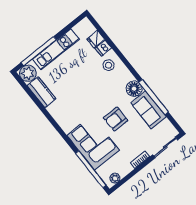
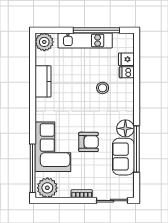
window: (39, 51) -> (96, 30), moved
stool: (109, 65) -> (103, 88), moved
kitchen counter: (42, 92) -> (43, 81), moved
armchair: (116, 119) -> (88, 142), turned 180
plant: (115, 178) -> (47, 188), width x1.87, depth x1.87

